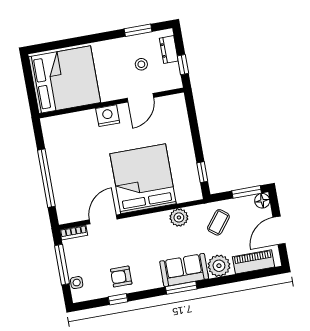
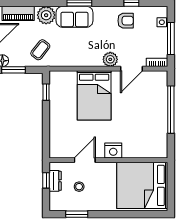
dresser: (169, 50) -> (55, 181), moved
bed: (143, 179) -> (94, 95), width x0.73
plant: (179, 217) -> (110, 59), moved

